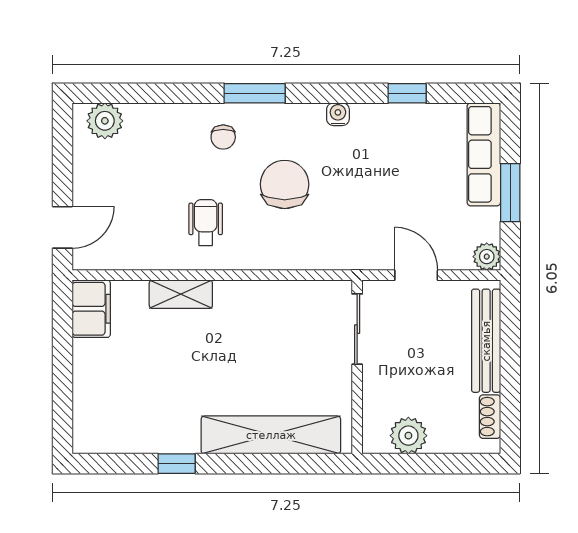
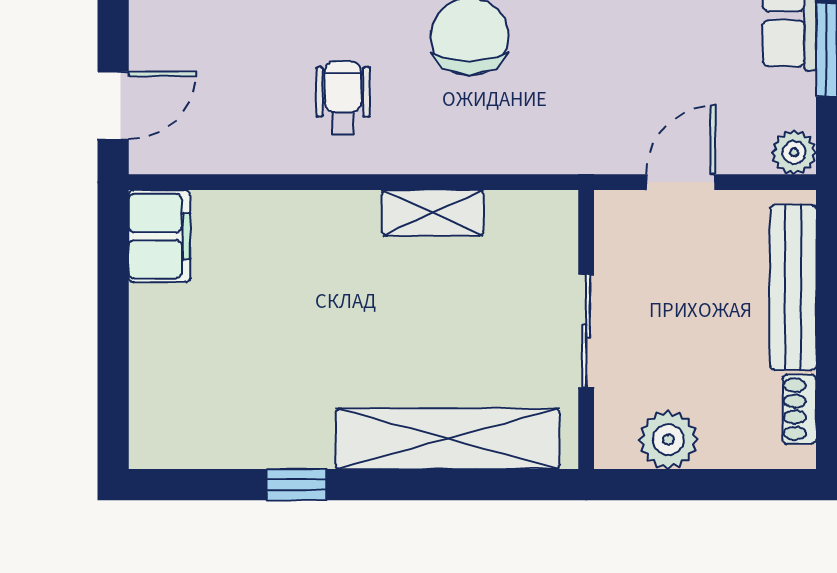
door: (416, 275) -> (681, 182), hinge flipped
shelving: (181, 294) -> (433, 213), moved
sliding door: (357, 329) -> (586, 331), moved

